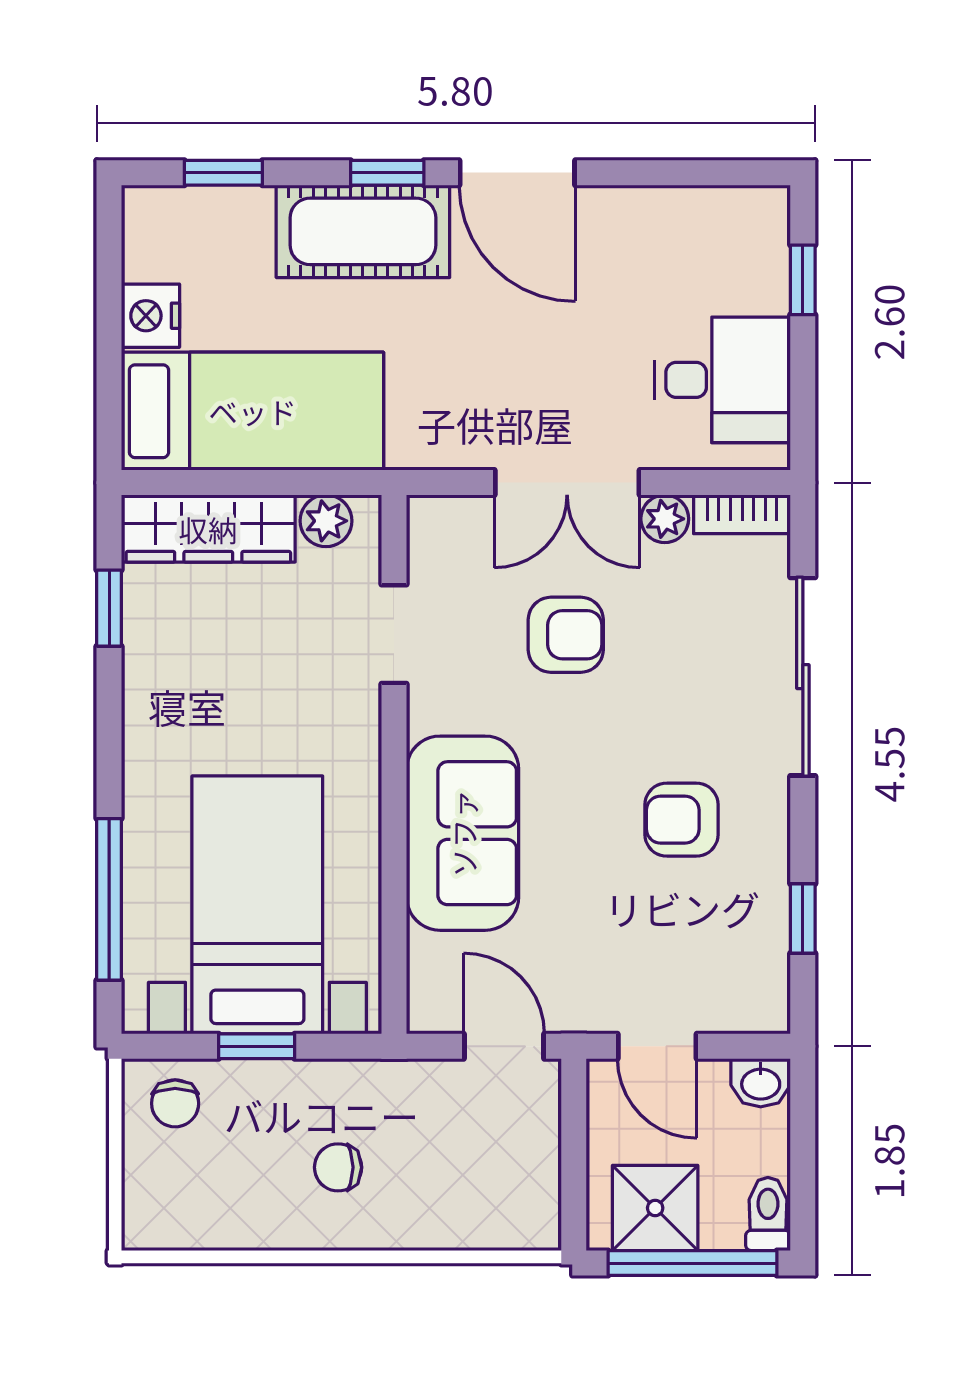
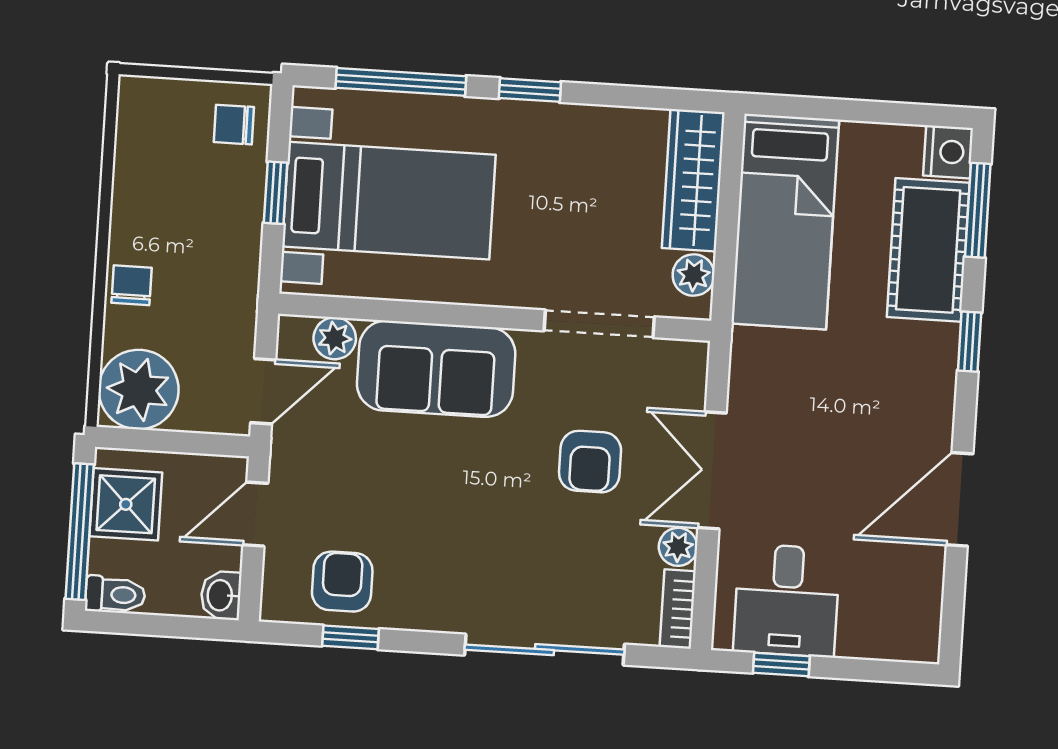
window: (223, 173) -> (978, 210), width x1.50
door: (517, 173) -> (960, 499), moved
cot: (363, 231) -> (928, 250), moved
window: (803, 280) -> (781, 665), moved
nightstand: (151, 316) -> (948, 152), moved, turned 90
window: (109, 608) -> (530, 90), moved
doorway: (394, 634) -> (599, 324), width x1.38
armchair: (682, 820) -> (342, 582), moved
plant: (433, 961) -> (335, 338), added
chair: (338, 1167) -> (132, 285), moved
plant: (512, 1201) -> (139, 390), added

